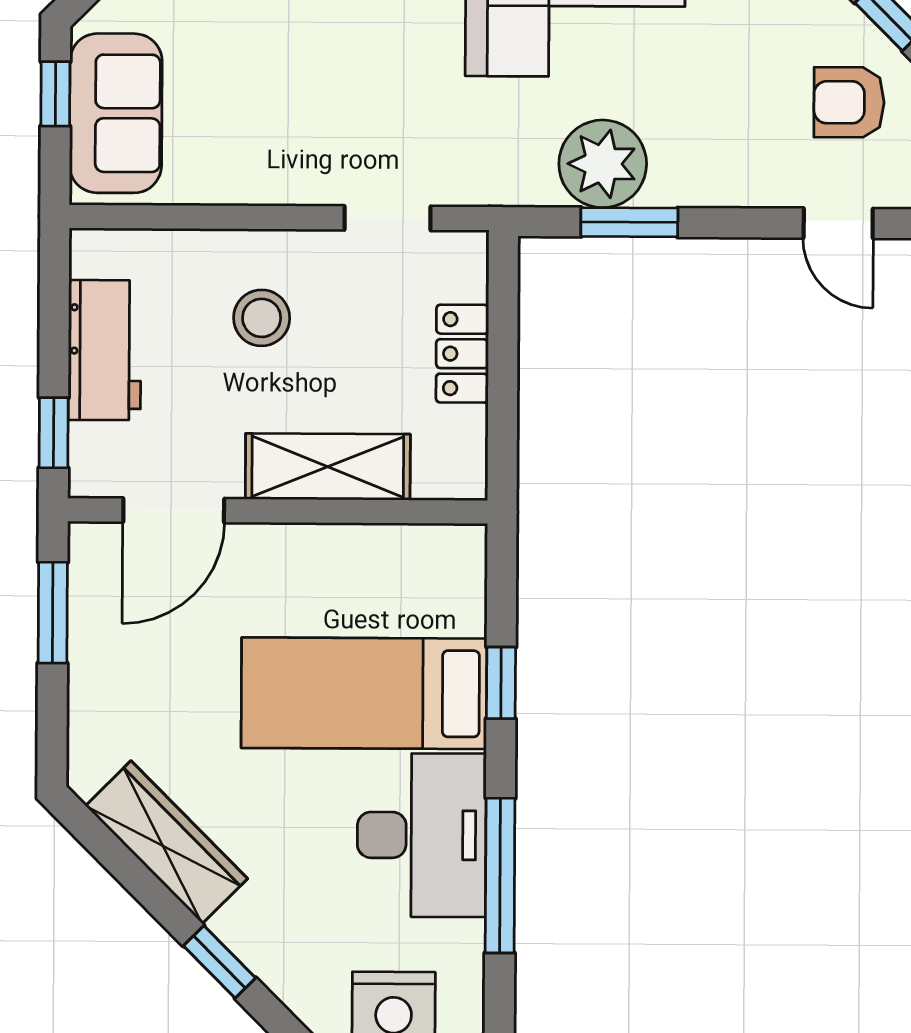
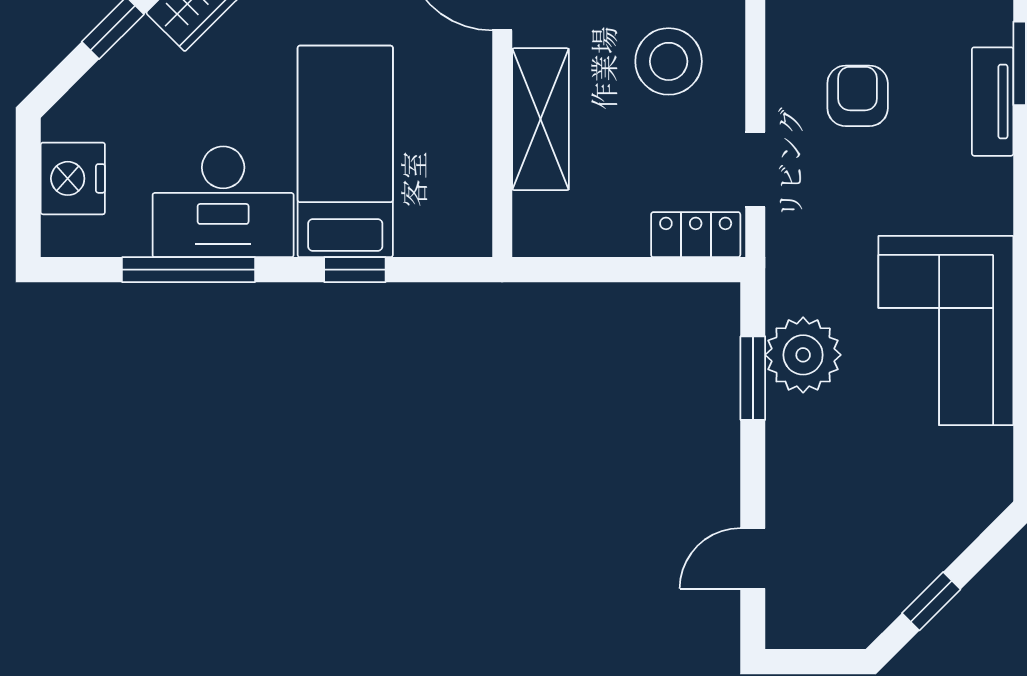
armchair: (849, 102) -> (858, 96), moved
stool: (262, 318) -> (669, 61), width x1.38, depth x1.38
locker: (462, 354) -> (696, 235), moved

